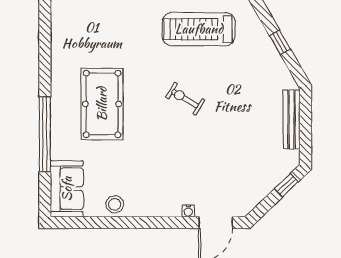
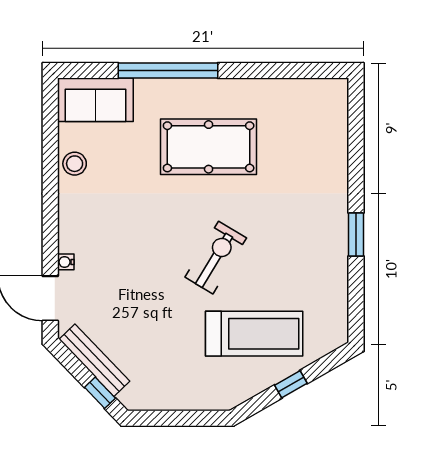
treadmill: (199, 29) -> (254, 334), moved, turned 90
exercise bike: (185, 99) -> (216, 258), width x1.38, depth x1.39
bench: (292, 119) -> (94, 360), moved, turned 46

